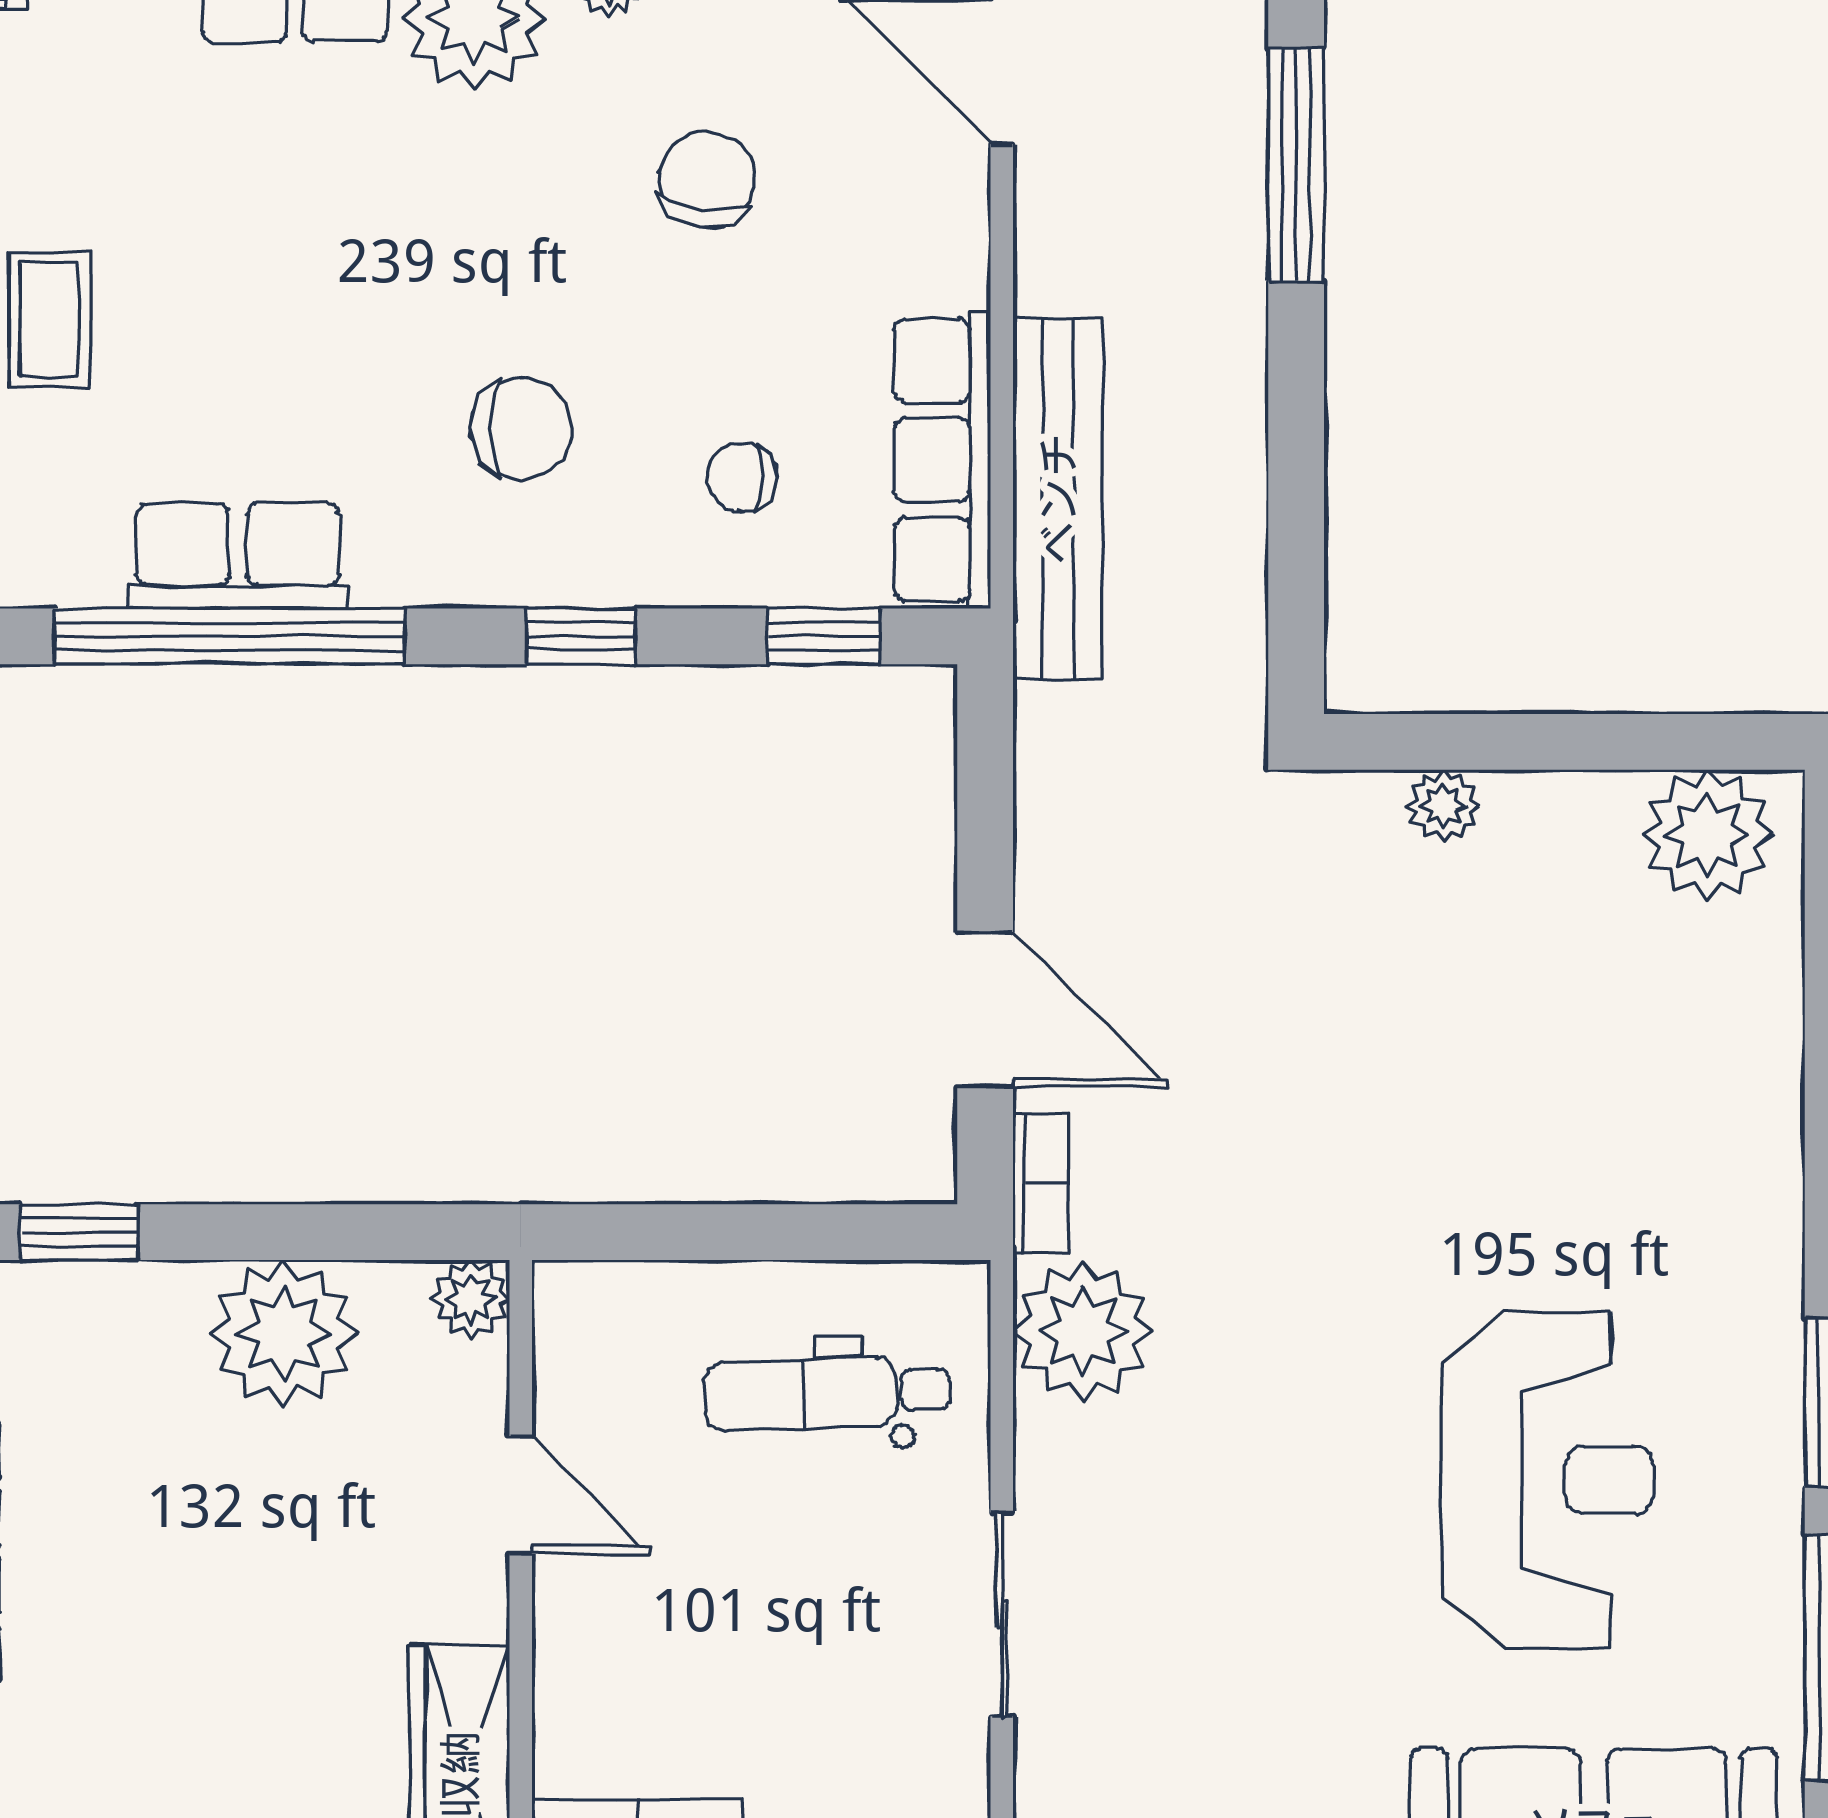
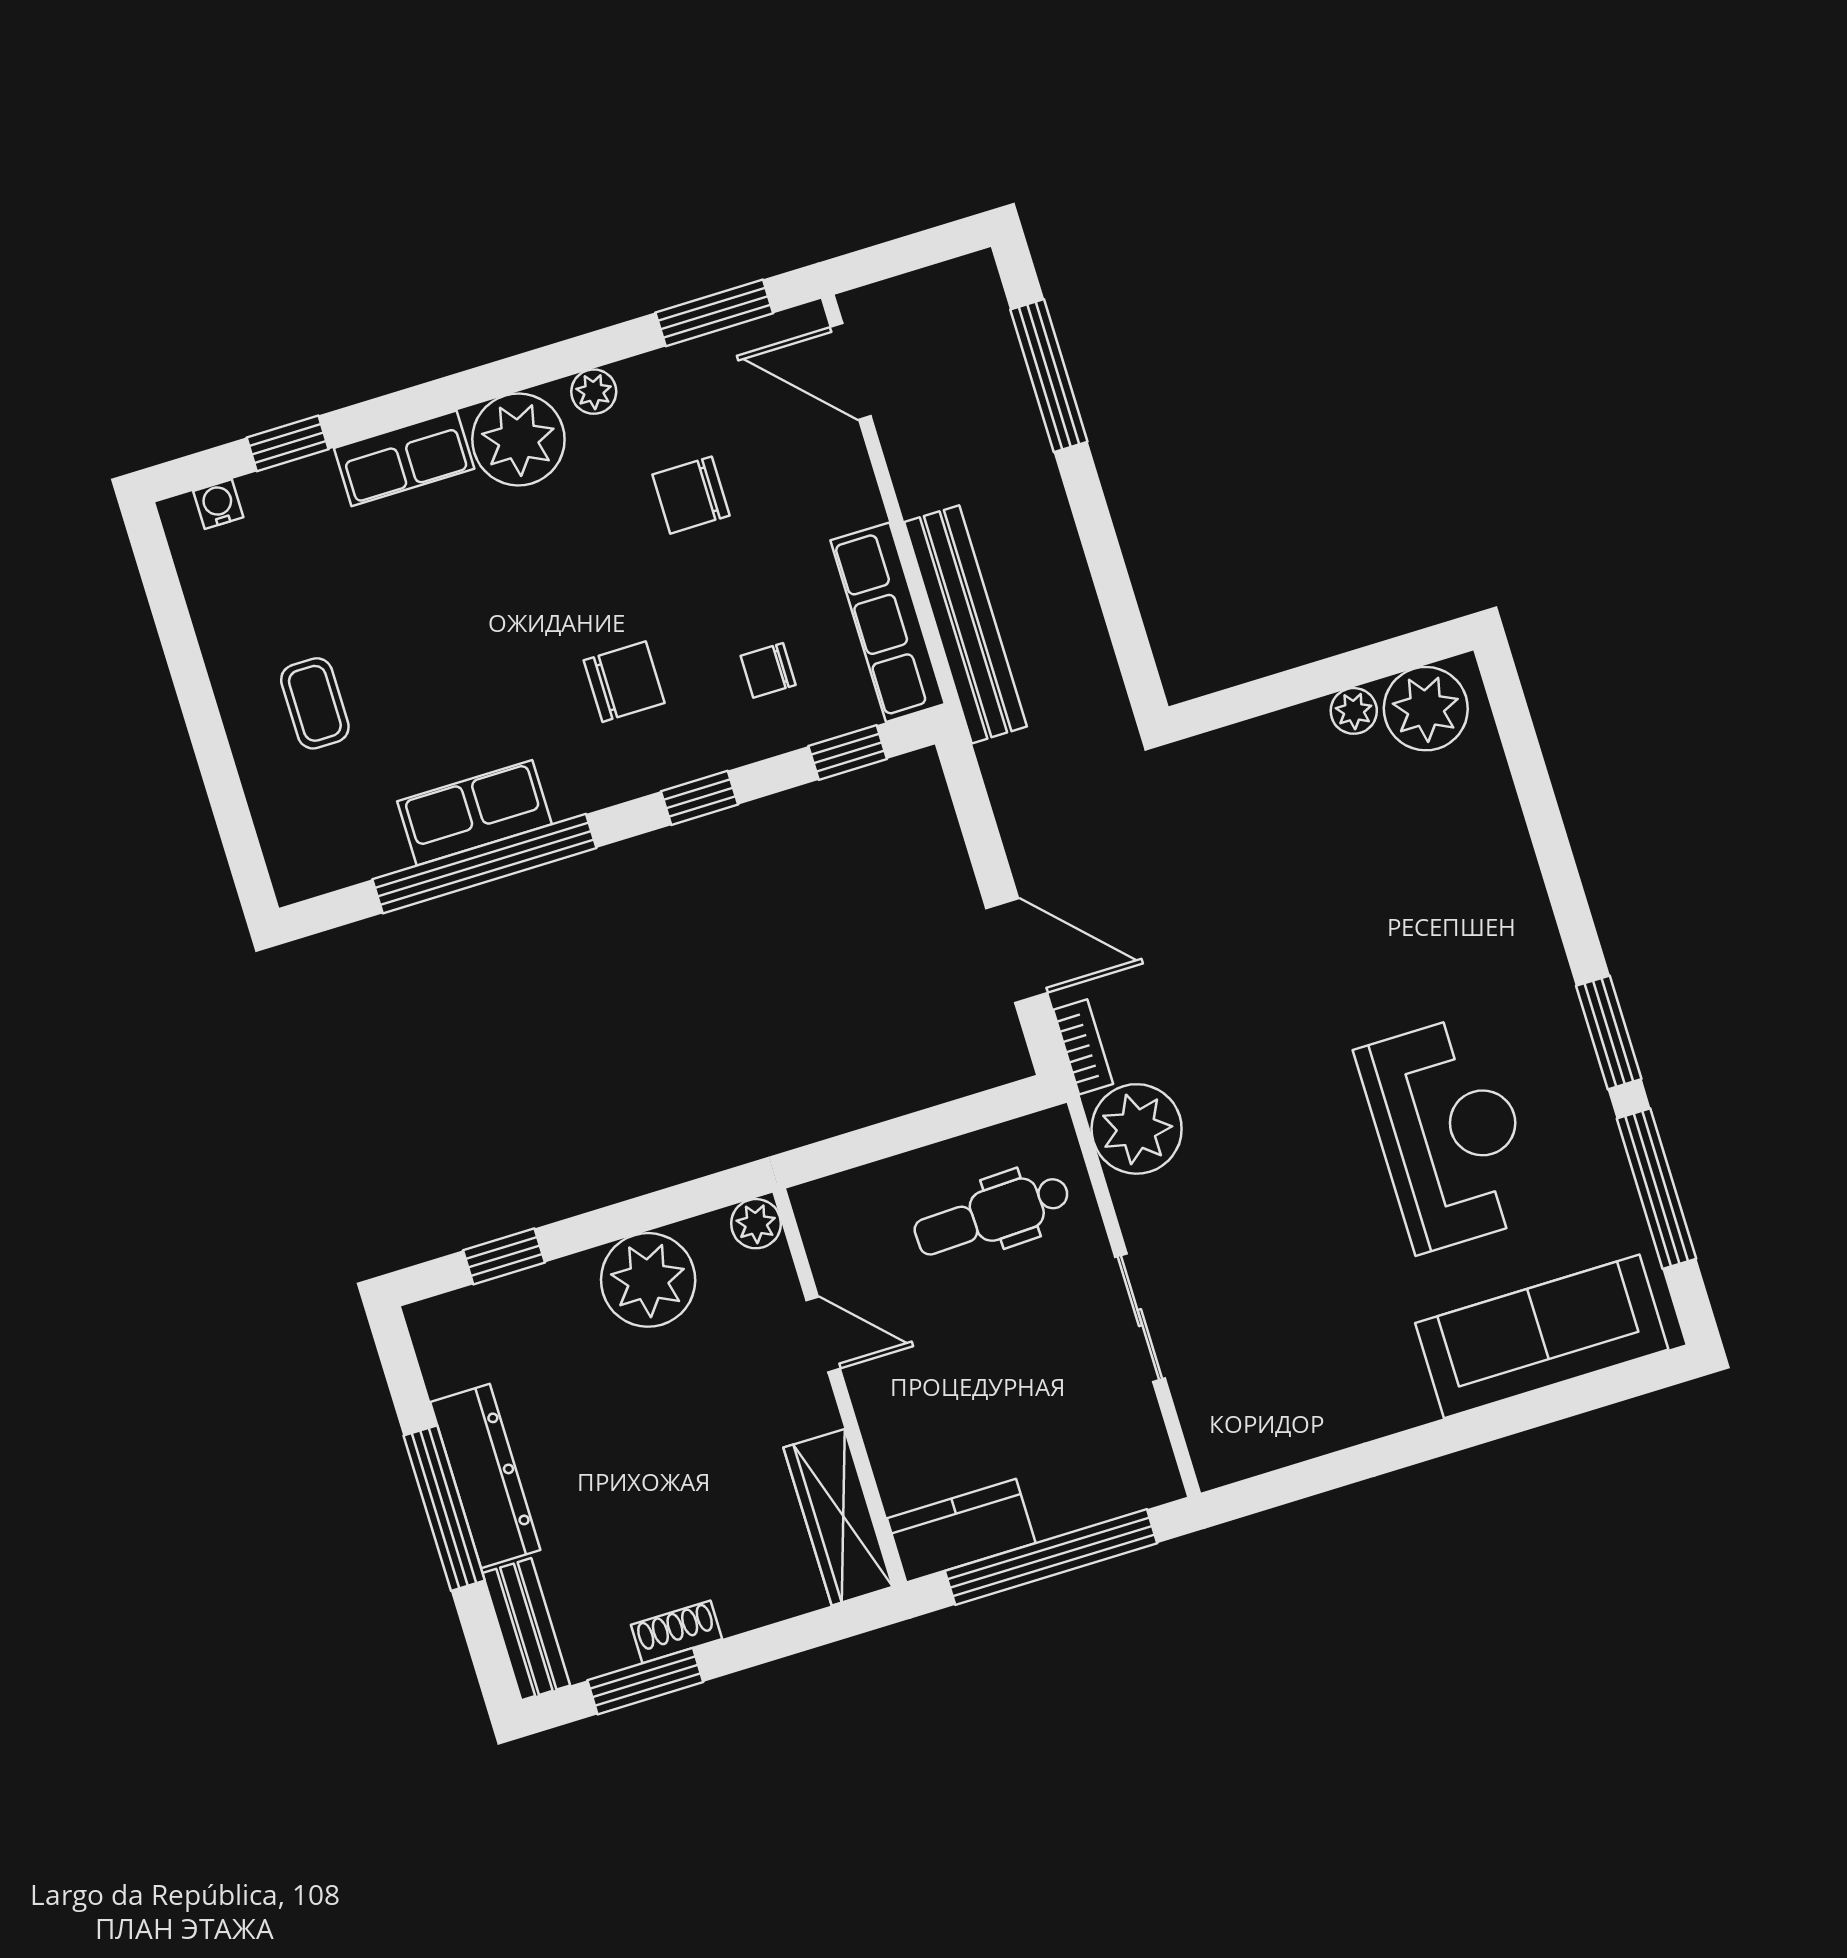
chair: (707, 180) -> (691, 495), turned -98
plant: (1443, 806) -> (1354, 711), moved

